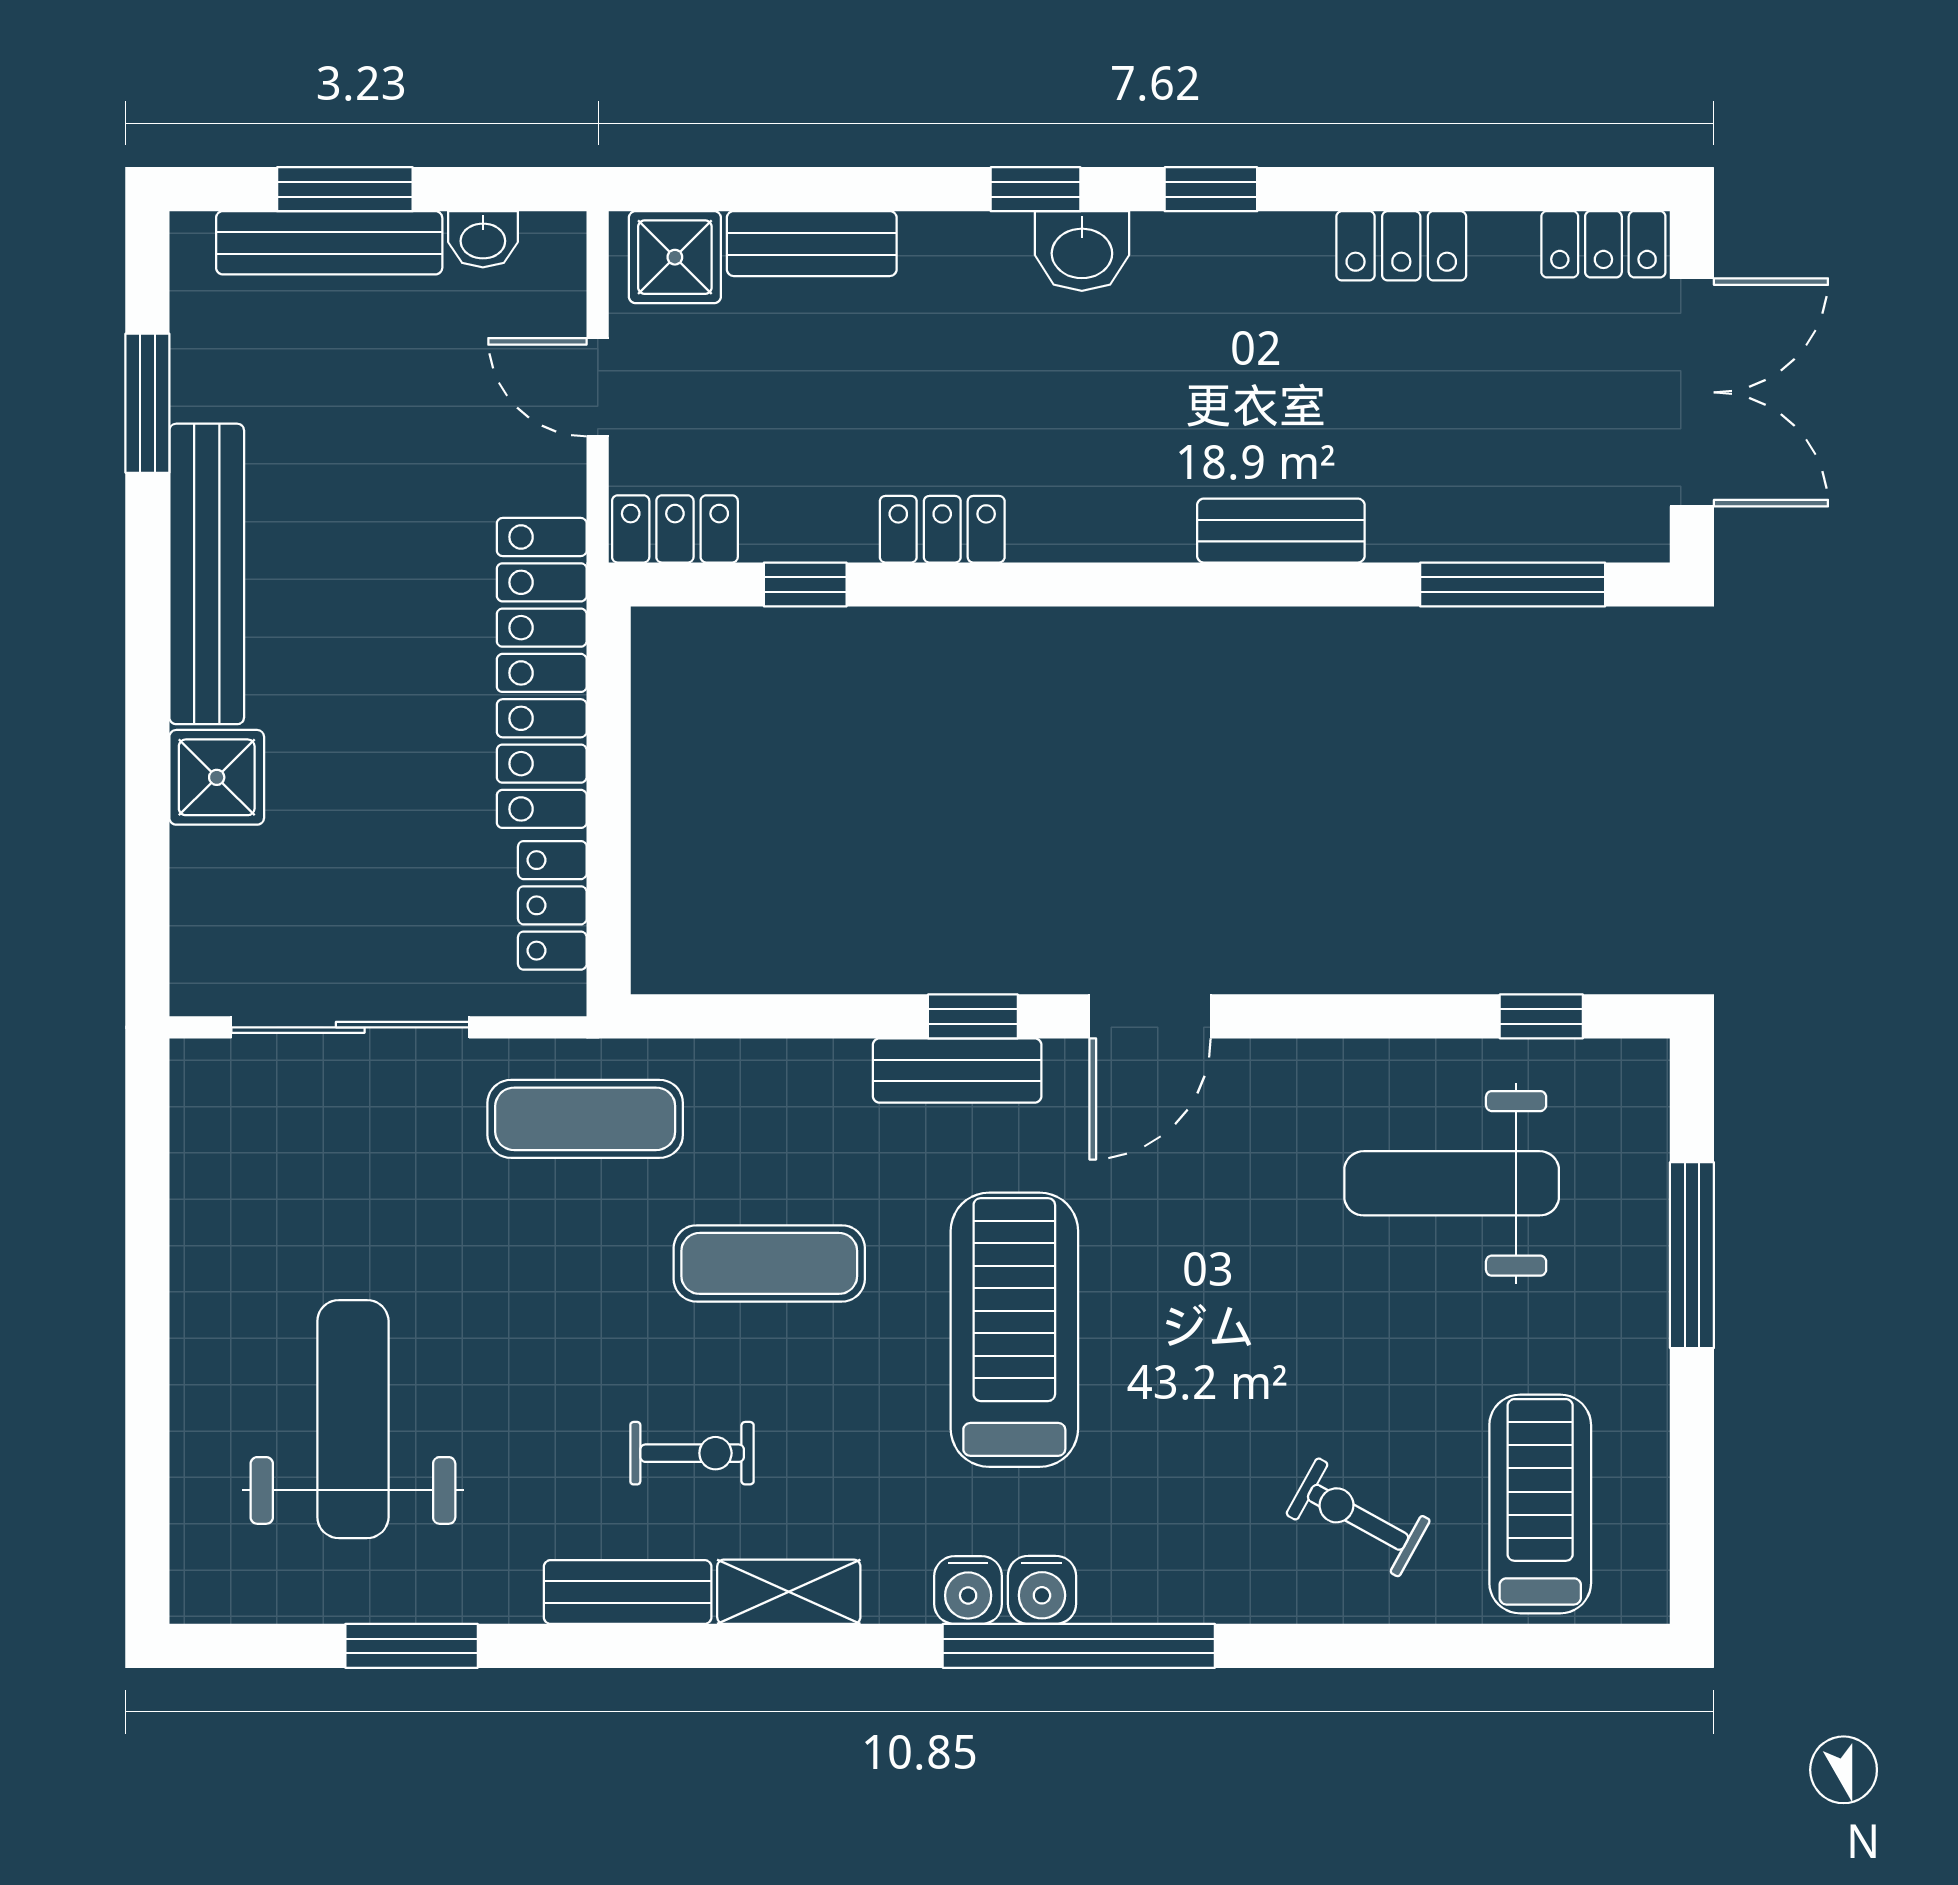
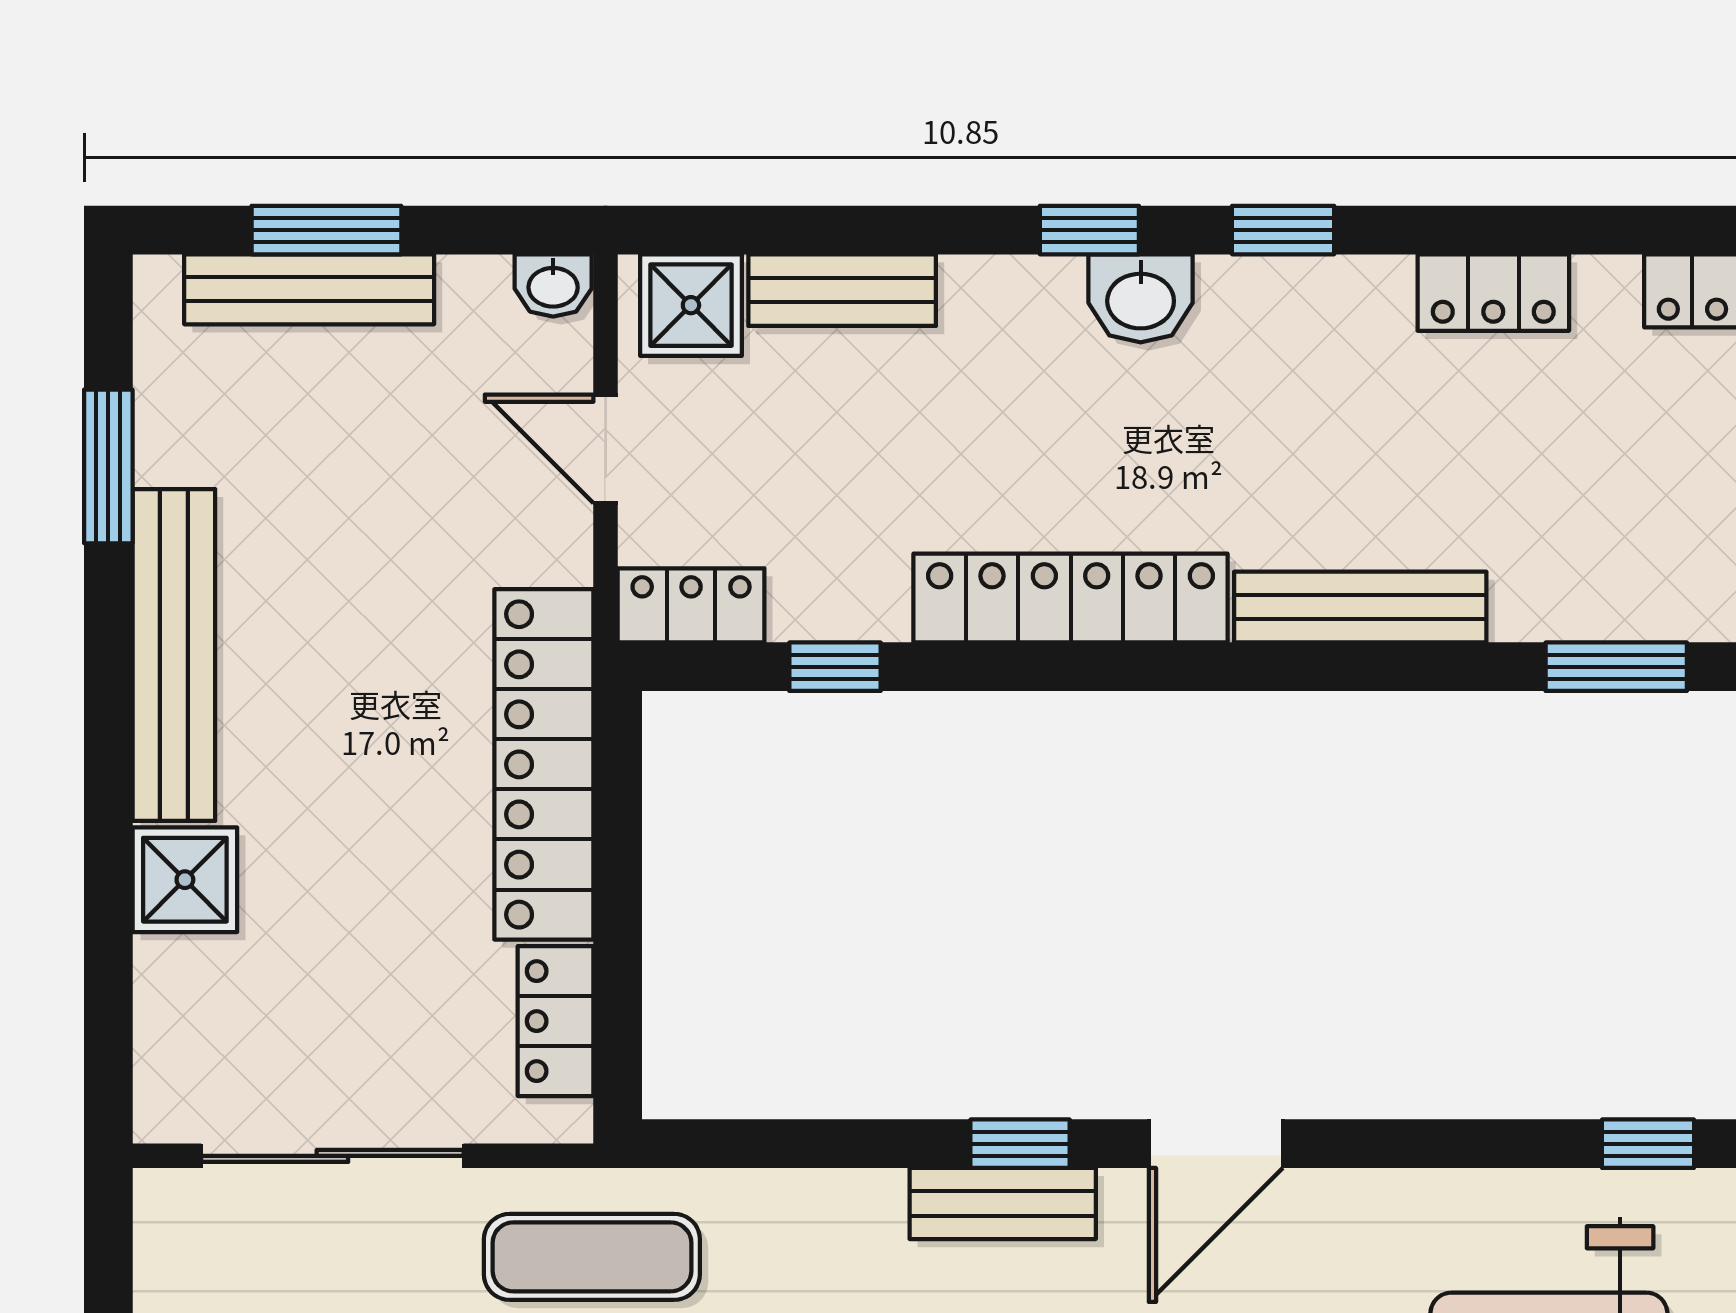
washbasin: (483, 239) -> (553, 285), moved
locker: (942, 529) -> (1071, 598), width x2.16, depth x1.21
bench: (1281, 531) -> (1360, 607), width x1.36
window: (1513, 584) -> (1616, 667), width x0.69

